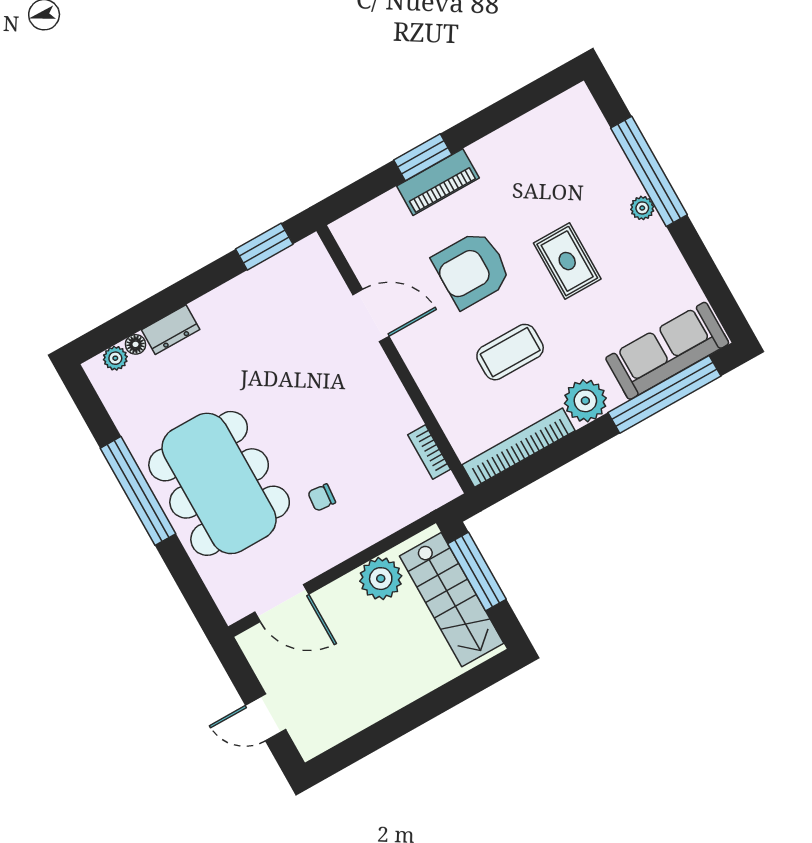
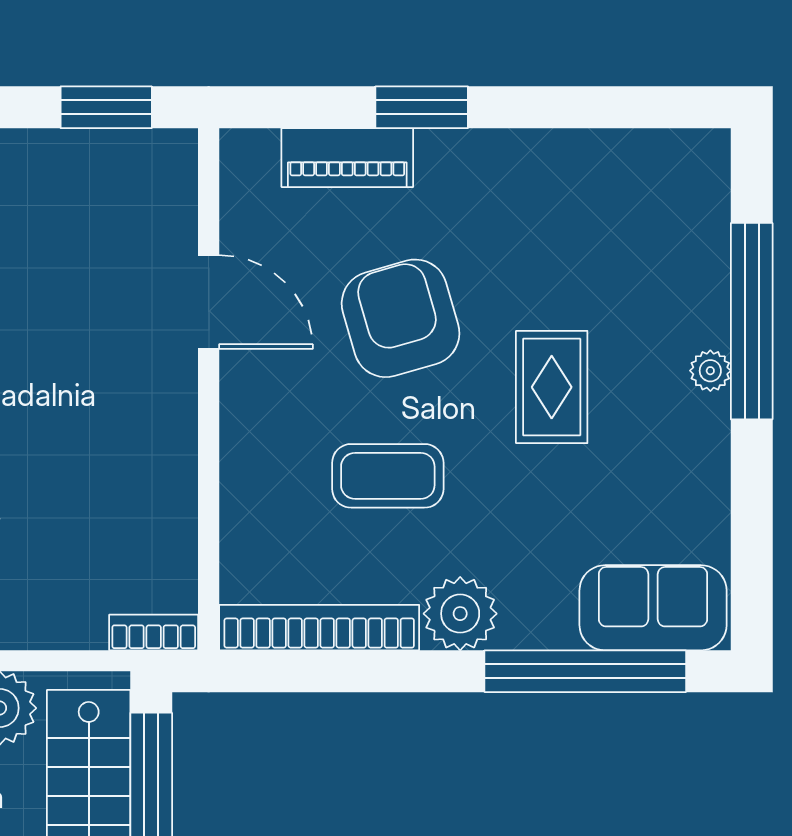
piano: (438, 182) -> (347, 158), moved
armchair: (472, 269) -> (401, 318), turned 74
sofa: (667, 351) -> (653, 608), width x0.73
bookcase: (429, 452) -> (154, 632), moved, turned 90

